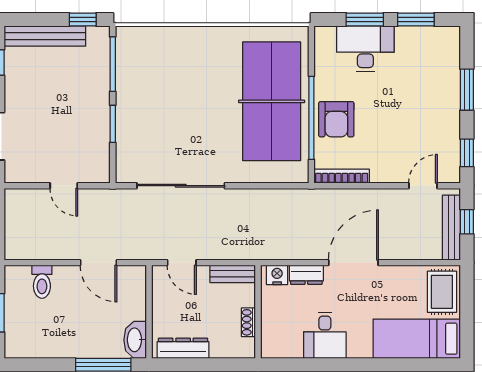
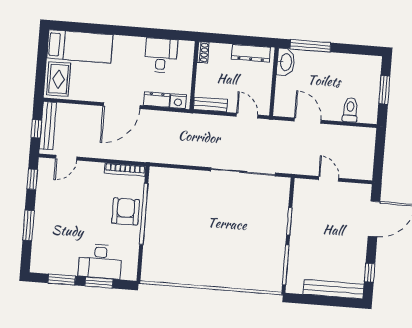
window: (83, 20) -> (305, 299), removed
table tennis table: (272, 101) -> (172, 228), removed
shoe rack: (248, 322) -> (203, 52), moved
desk: (325, 335) -> (161, 55), moved

